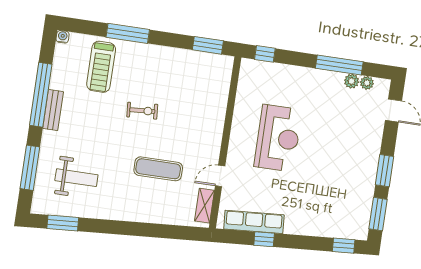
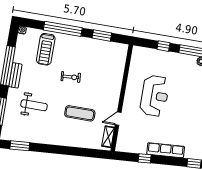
window: (128, 33) -> (63, 29), width x1.46
window: (208, 45) -> (102, 36), moved
window: (265, 54) -> (163, 46), moved
weight bench: (76, 178) -> (34, 105), moved
row of seats: (254, 222) -> (166, 150), moved

